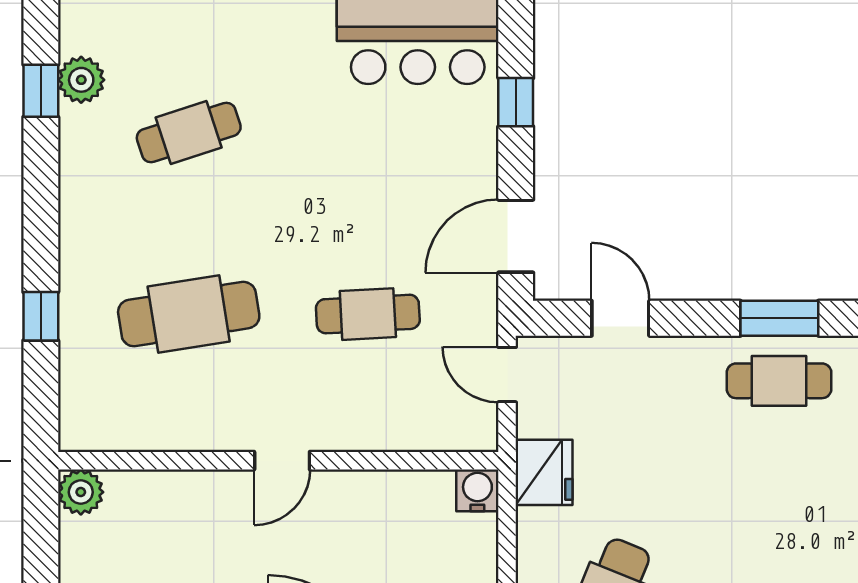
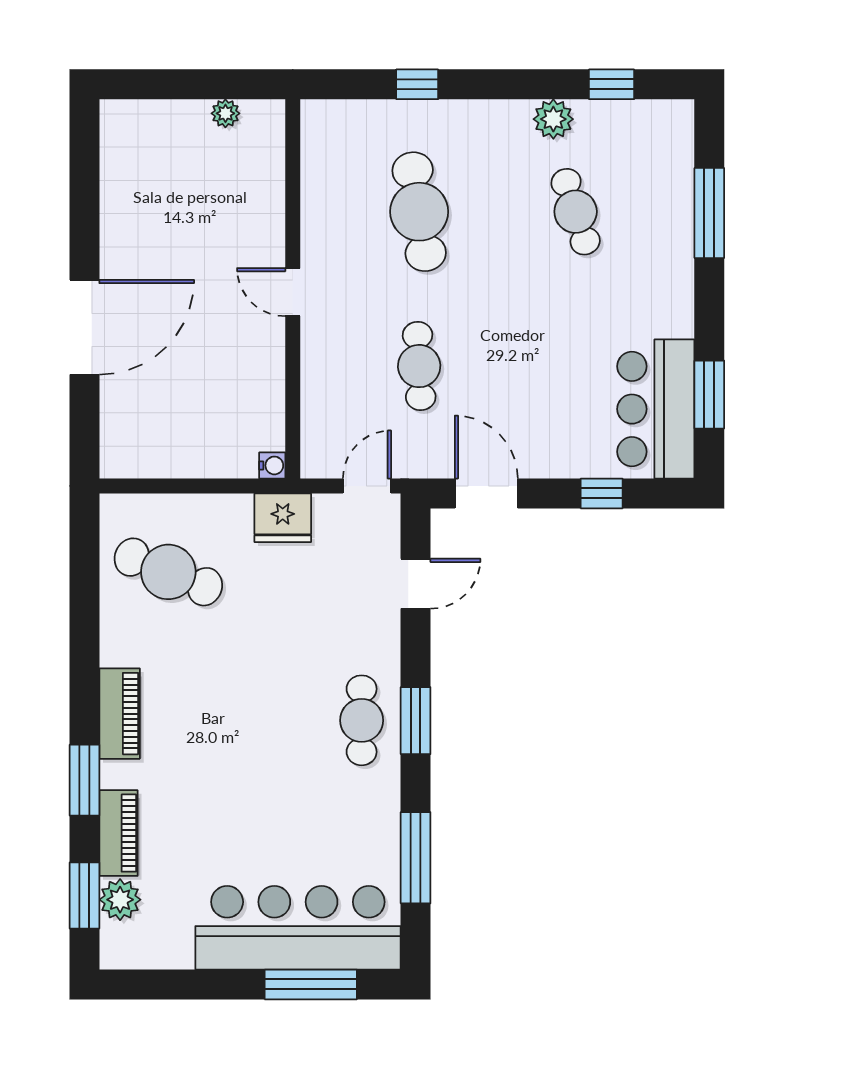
plant: (81, 80) -> (553, 119), moved
water cooler: (477, 490) -> (272, 465), width x0.72, depth x0.72
plant: (81, 492) -> (225, 113), moved, width x0.73, depth x0.73

